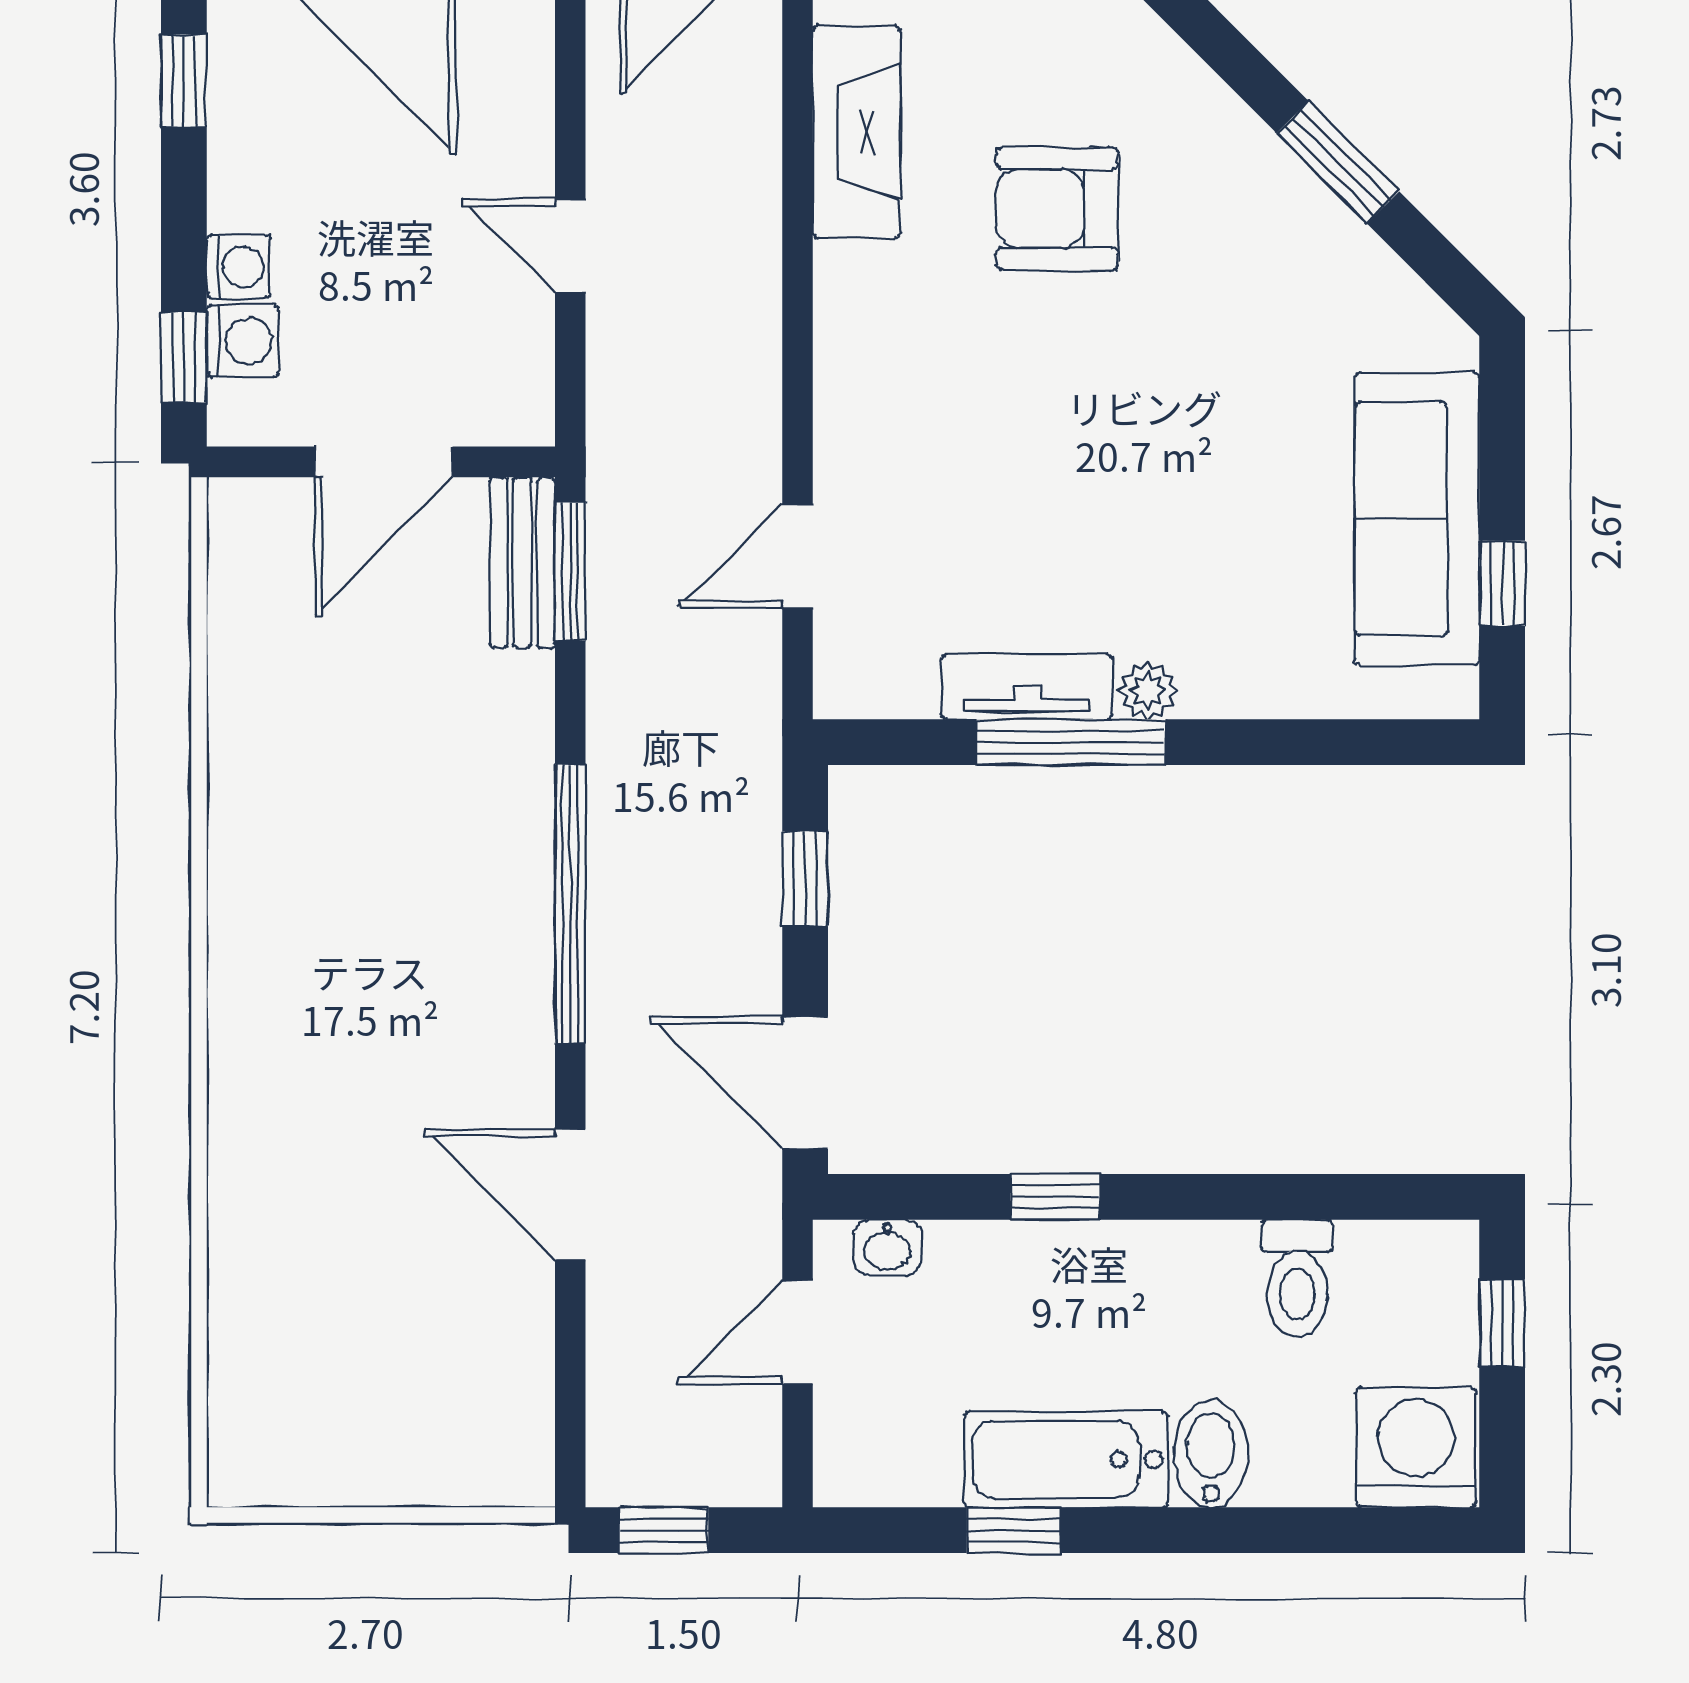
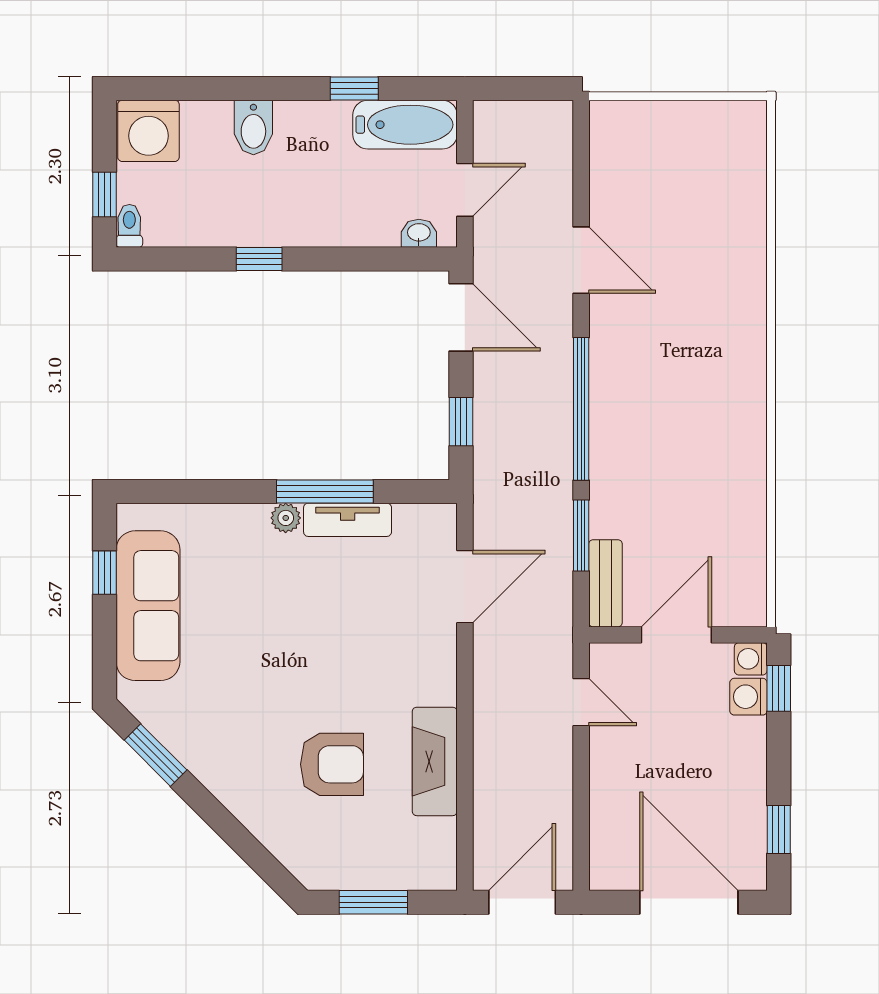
fireplace: (856, 132) -> (435, 761), moved
window: (1338, 162) -> (156, 755), moved
door: (570, 246) -> (581, 702), moved
washing machine: (238, 267) -> (751, 659), moved
door: (798, 556) -> (465, 587), width x1.38
window: (570, 571) -> (581, 536), moved
window: (1055, 1197) -> (259, 259), moved
toilet: (1297, 1278) -> (129, 226), moved, width x0.73, depth x0.72
bathtub: (1066, 1460) -> (405, 125), moved
window: (664, 1530) -> (533, 88), removed

